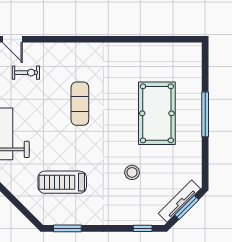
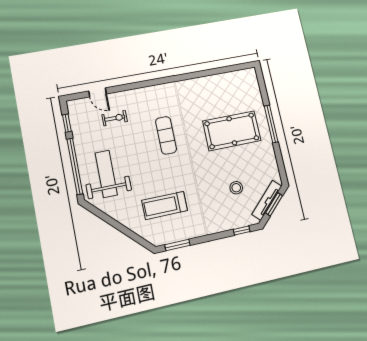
pool table: (157, 113) -> (232, 131), turned 90
stool: (132, 172) -> (236, 188), moved

